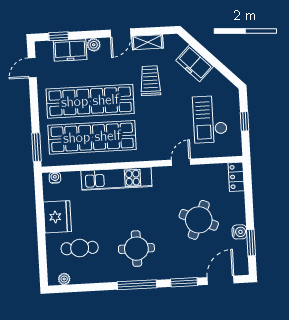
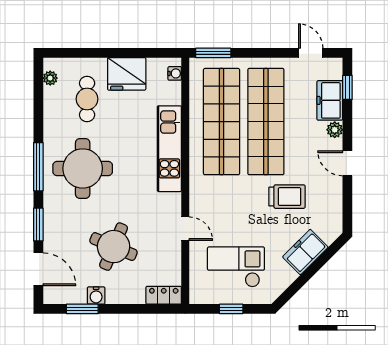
shelving: (148, 42) -> (334, 196), removed
round table: (136, 249) -> (83, 168), width x1.36, depth x1.36

